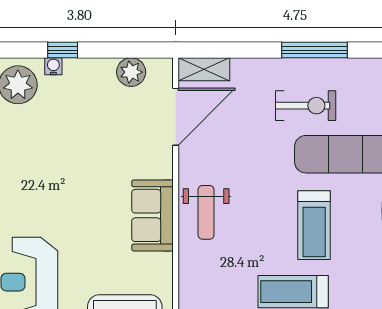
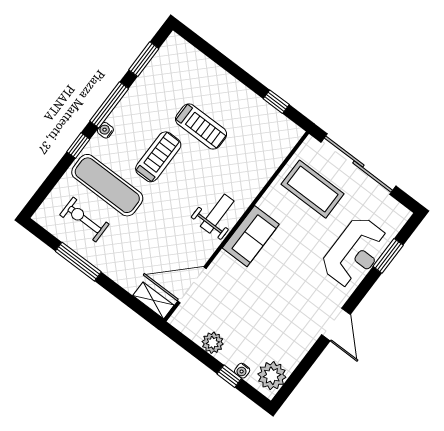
plant: (131, 72) -> (213, 343), moved
exercise bike: (306, 106) -> (84, 219), moved

